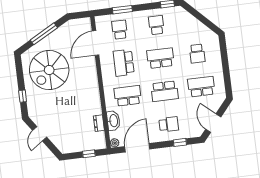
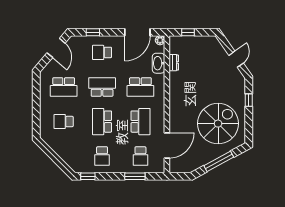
school desk: (197, 54) -> (64, 122), turned -90
school desk: (160, 58) -> (102, 122), turned 90

